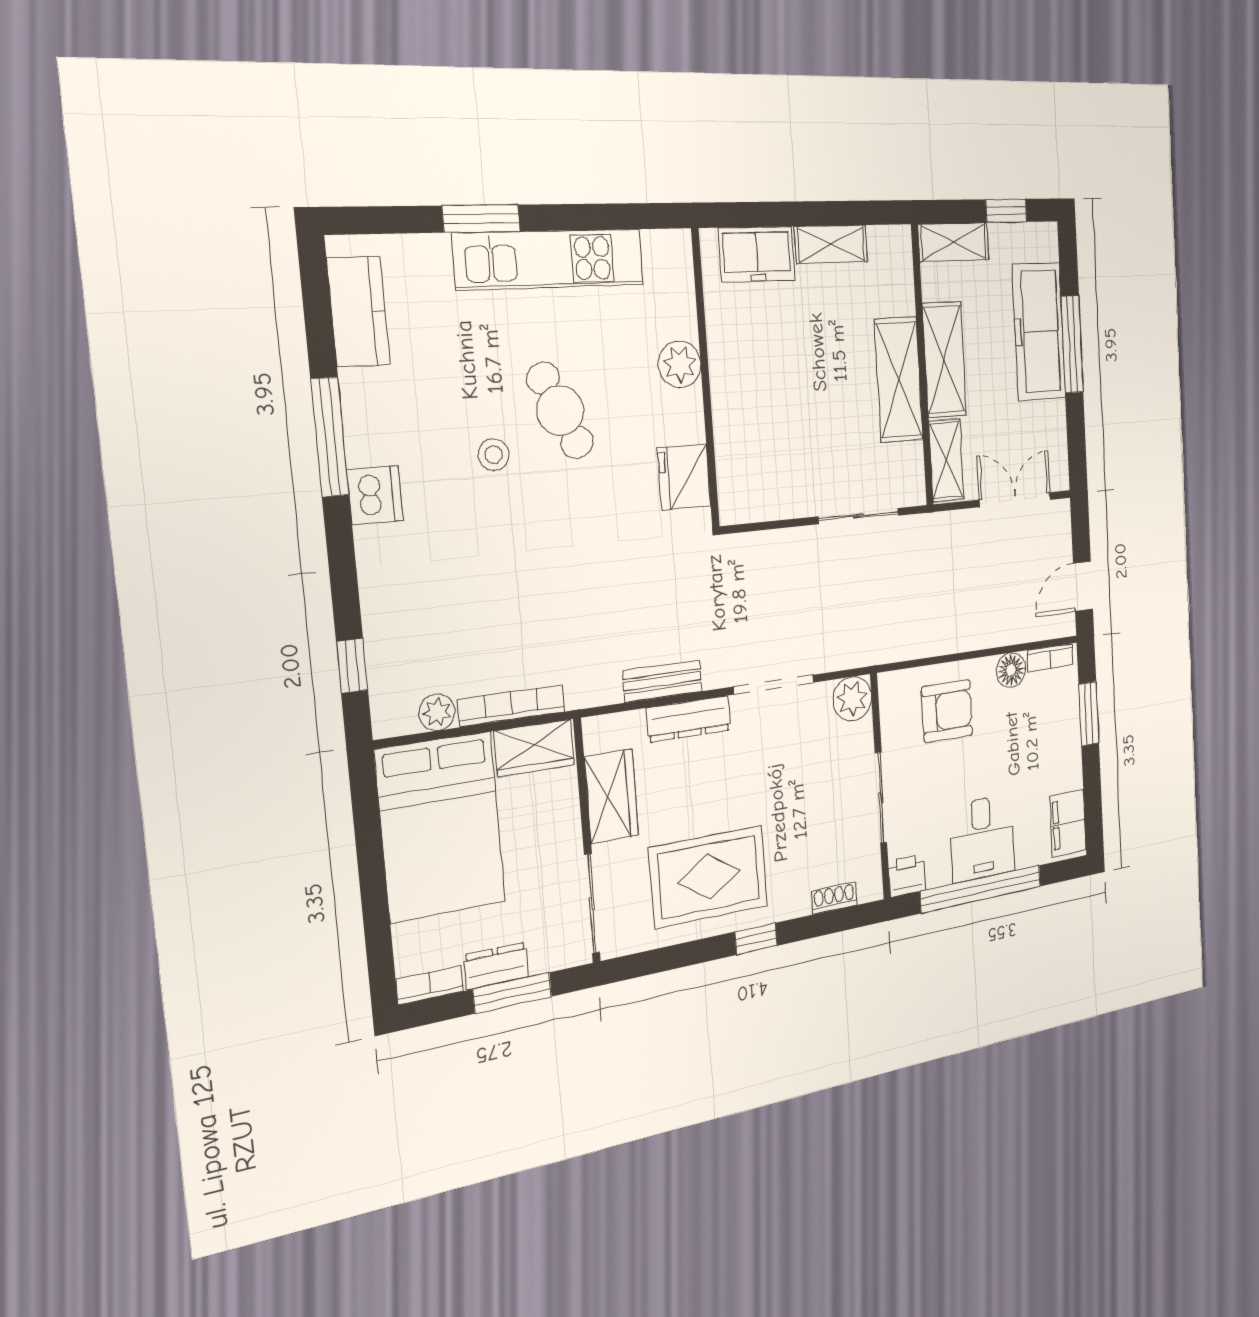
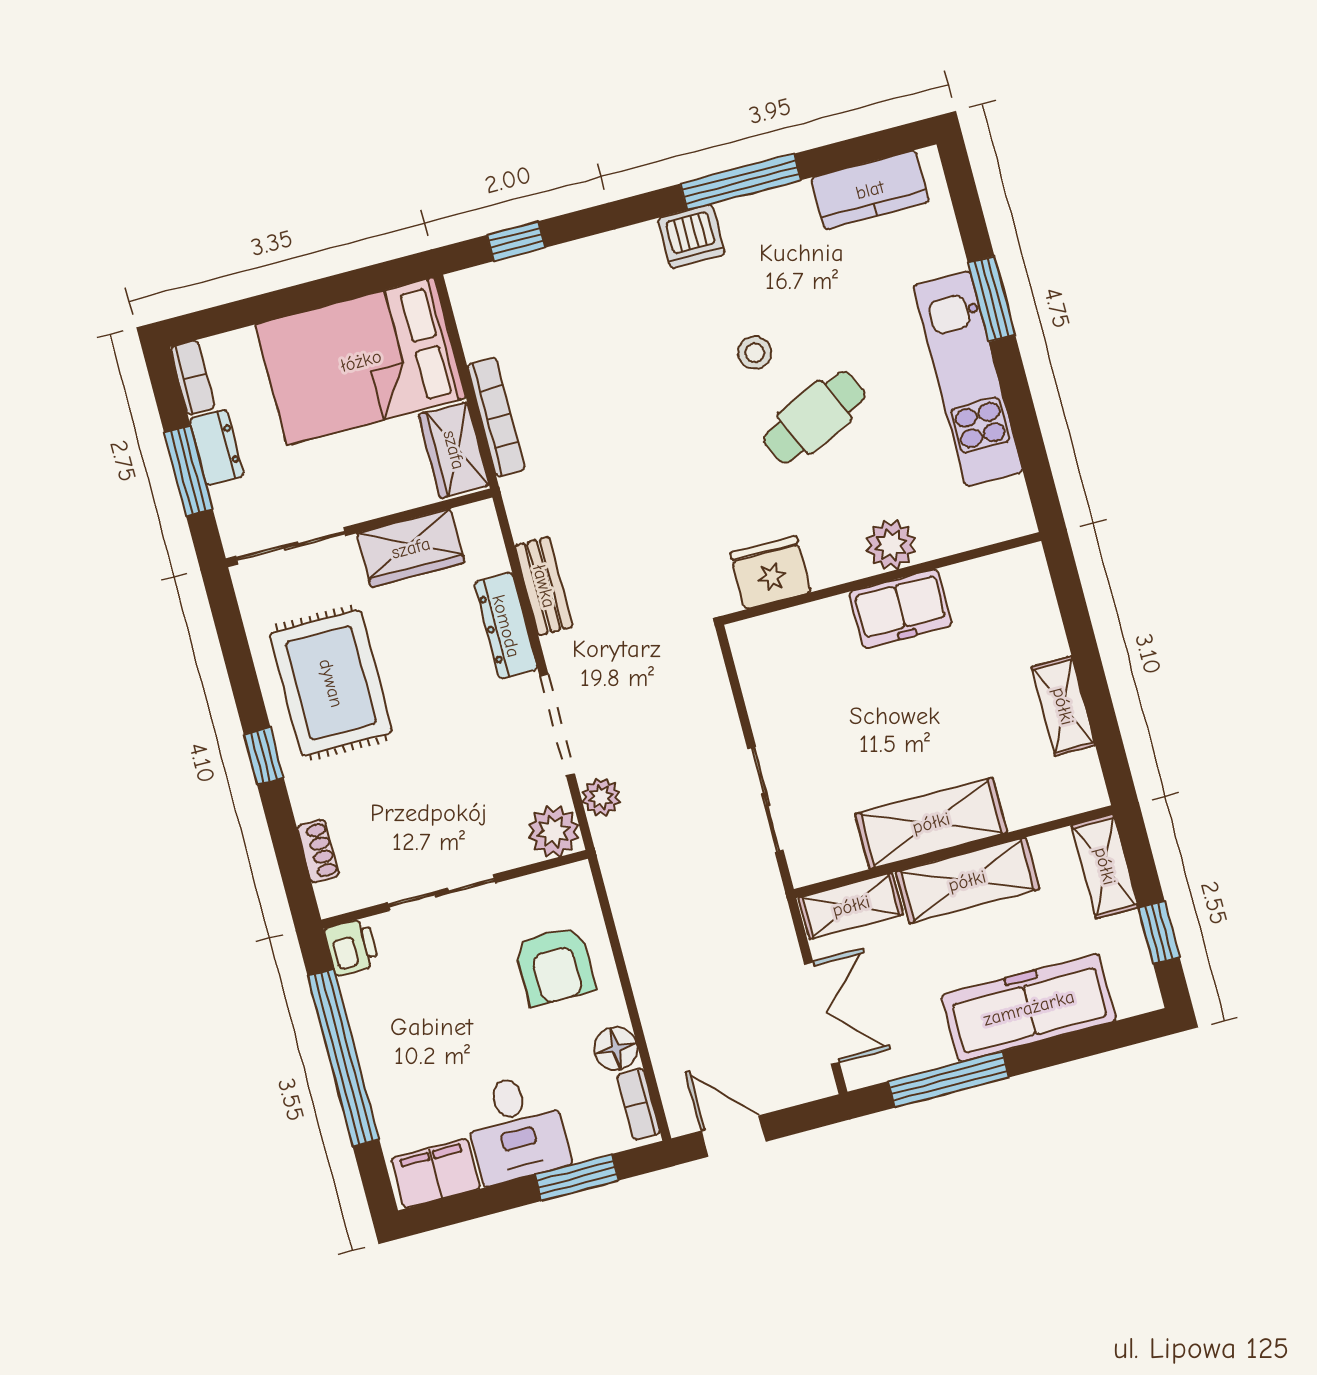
freezer: (757, 254) -> (901, 609), moved, turned -90
window: (1072, 344) -> (949, 1079), moved
plant: (437, 712) -> (601, 797), moved
desk: (982, 838) -> (516, 1128), moved, turned -90

